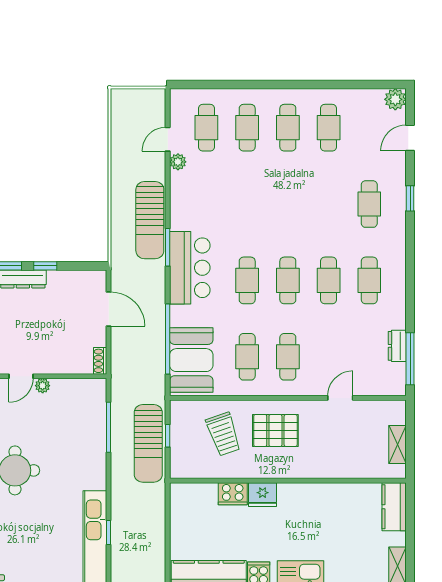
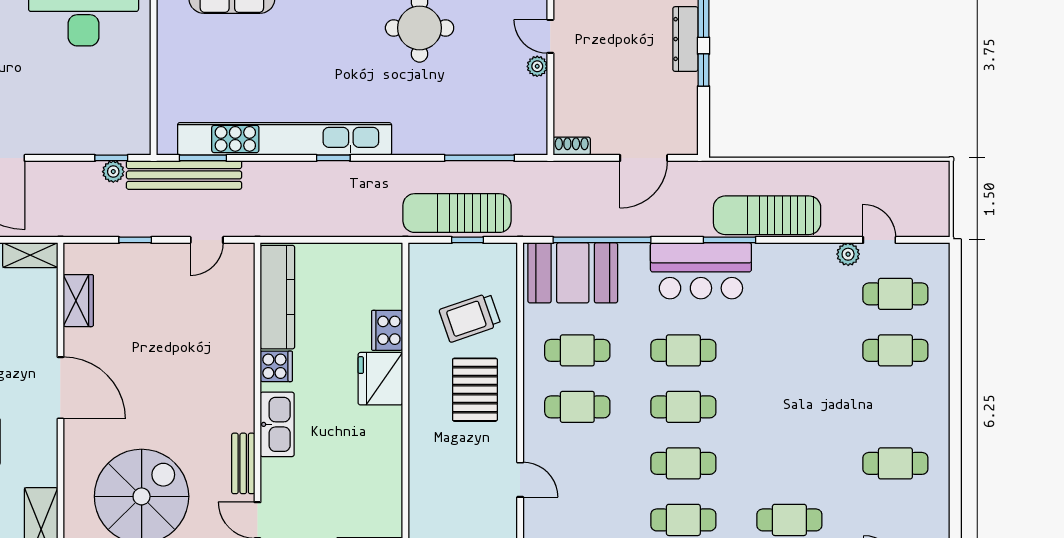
cafe table: (288, 128) -> (895, 407), removed
fridge: (263, 495) -> (380, 379), width x1.36, depth x1.34

